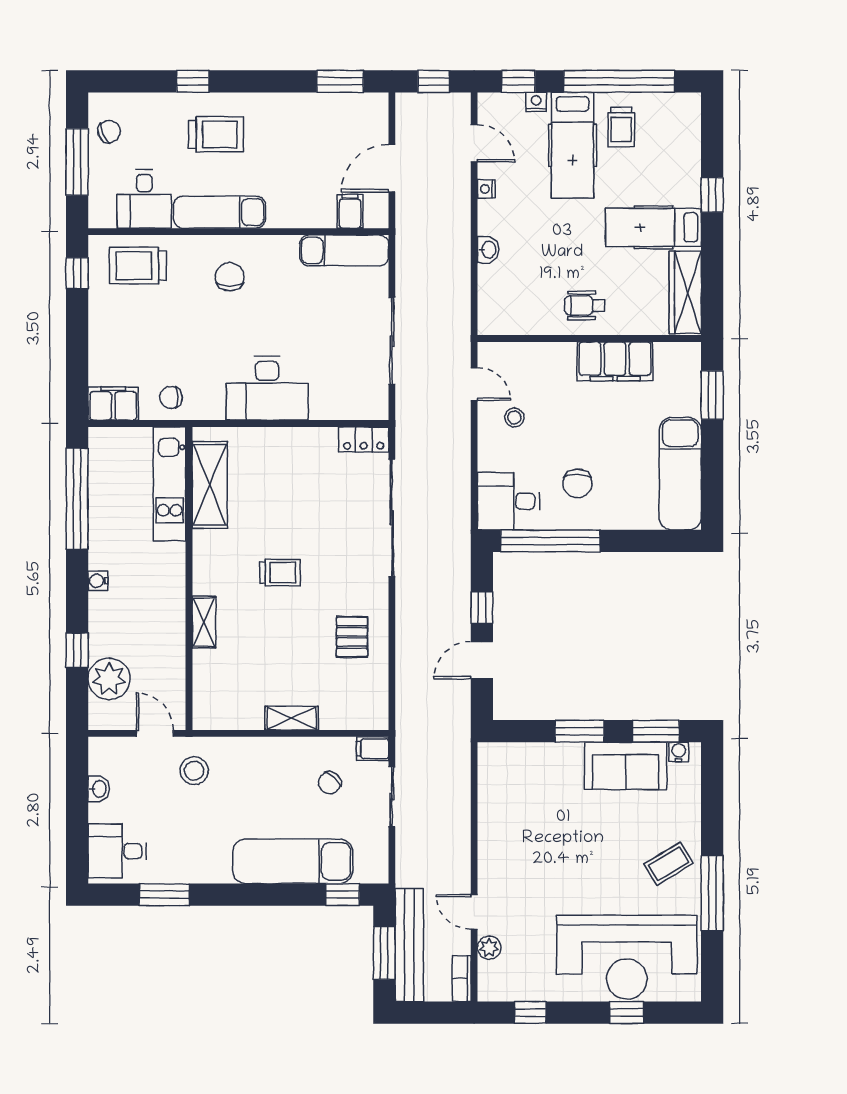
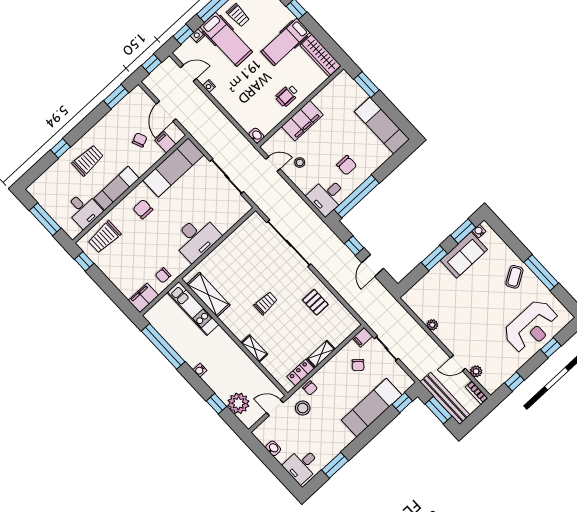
chair: (109, 132) -> (140, 140), moved
exam couch: (344, 250) -> (173, 167), width x1.36, depth x1.45
washbasin: (488, 250) -> (256, 136), moved
filing cabinet: (615, 361) -> (302, 121), moved
locker: (364, 439) -> (301, 373), moved, turned 180
chair: (231, 752) -> (310, 388), added
plant: (488, 824) -> (432, 325), added
reception desk: (627, 957) -> (531, 327), width x0.74, depth x0.77

